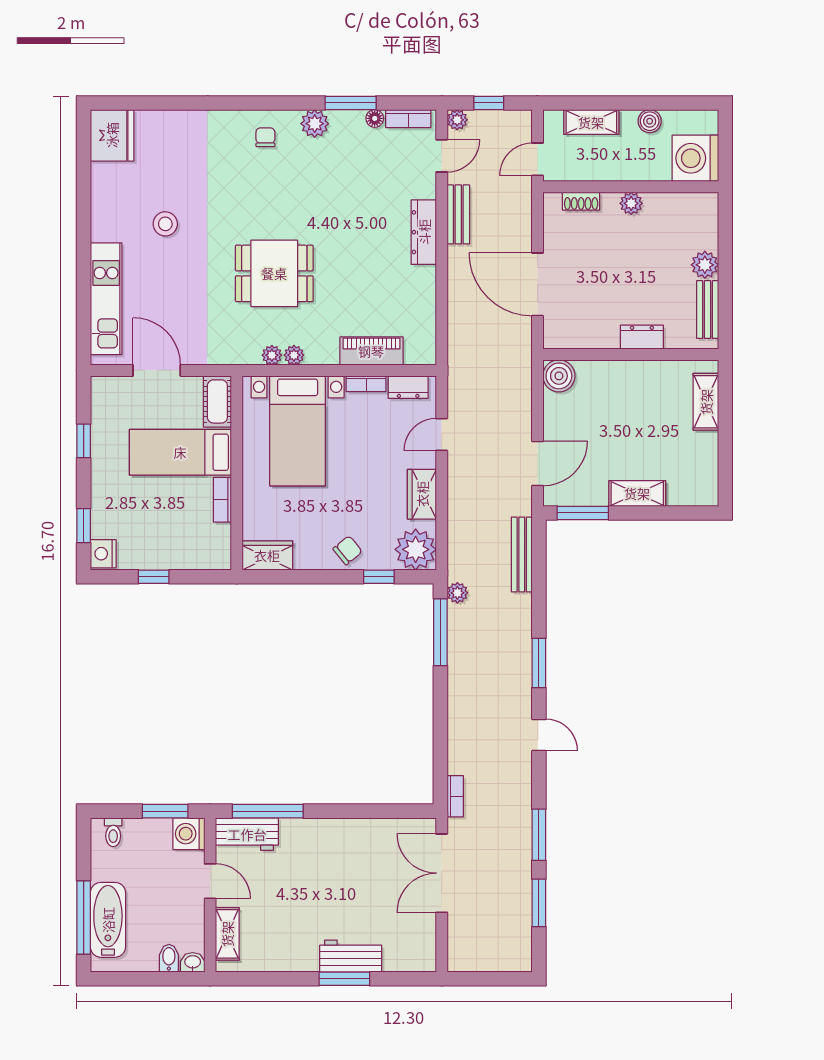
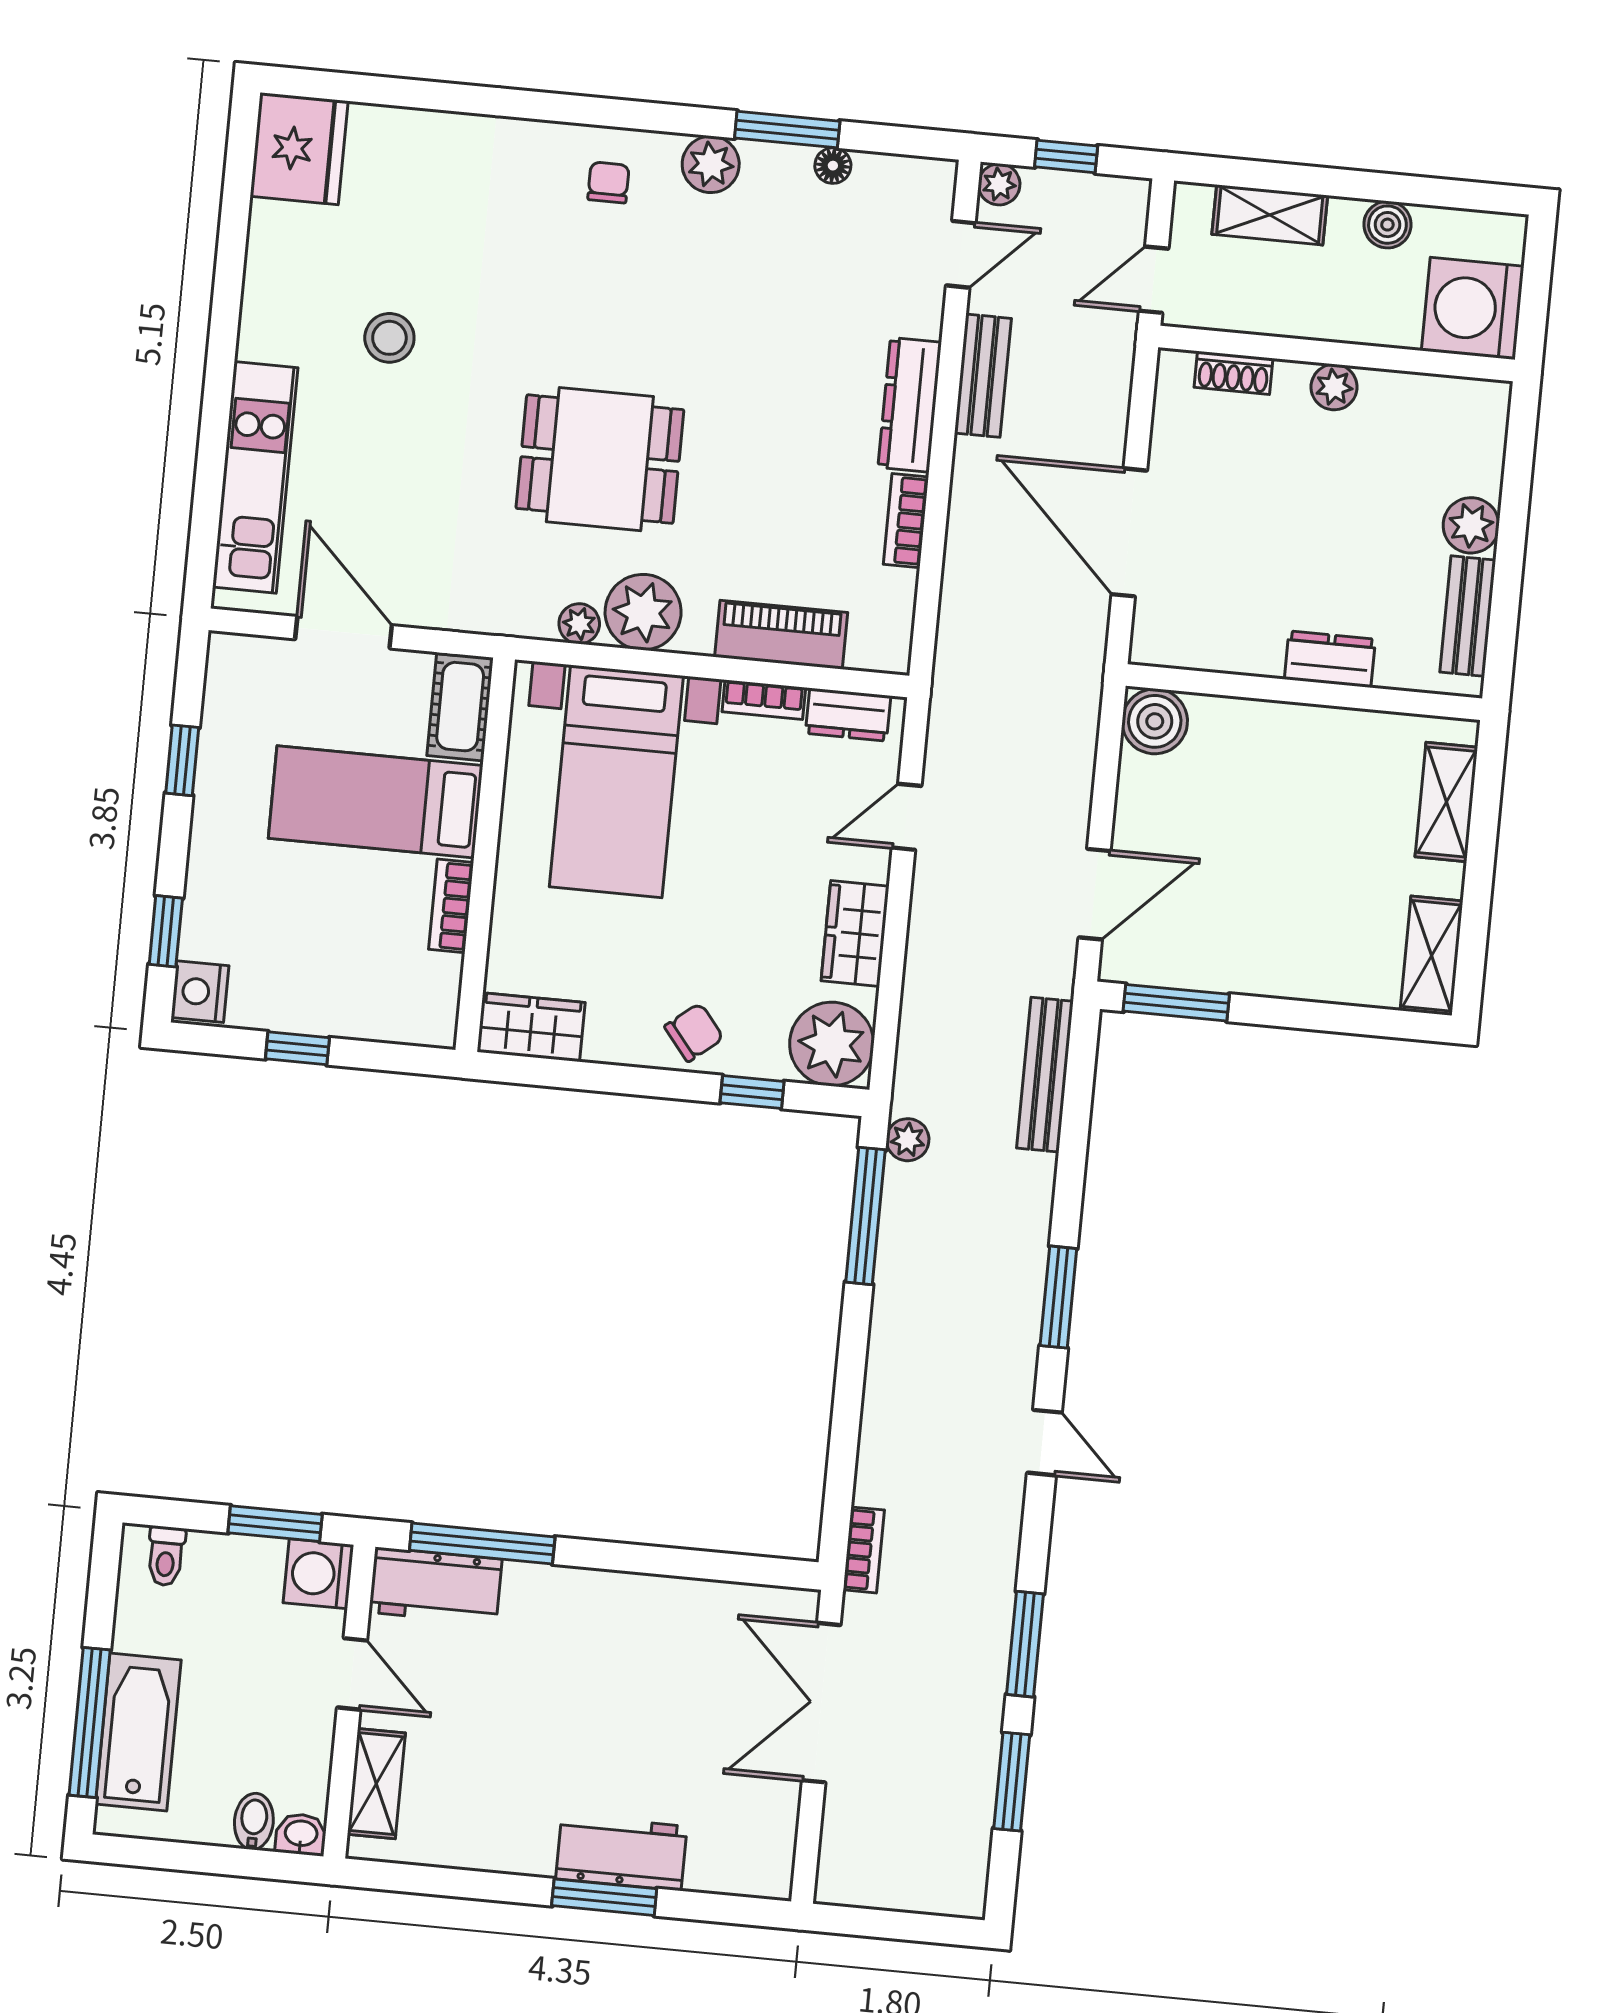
bookcase: (408, 119) -> (906, 521), moved, turned 90
plant: (294, 355) -> (643, 612), width x1.87, depth x1.87
shelving: (637, 493) -> (1431, 956), moved, turned 90

